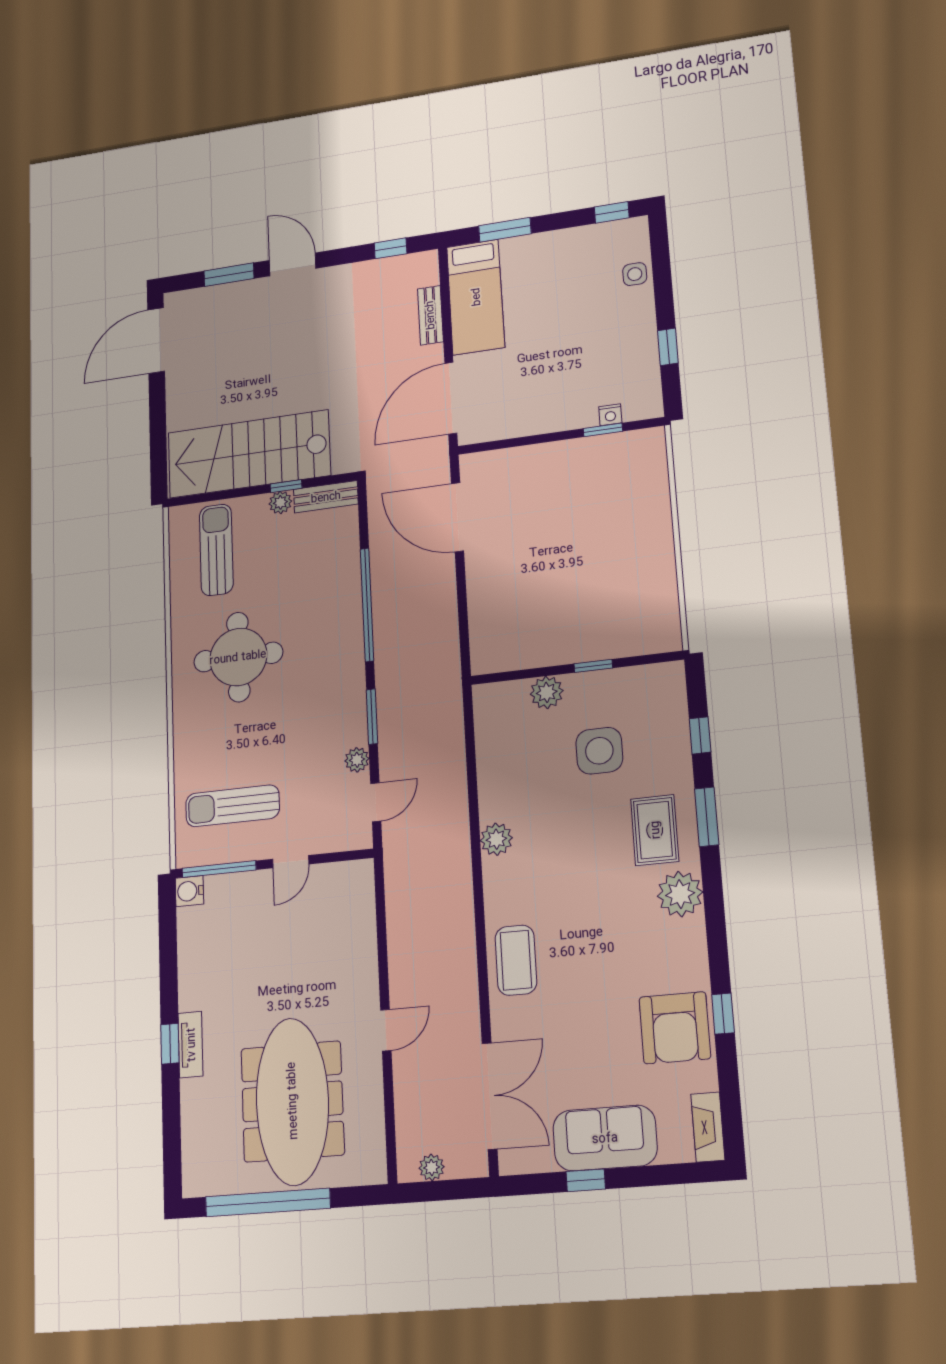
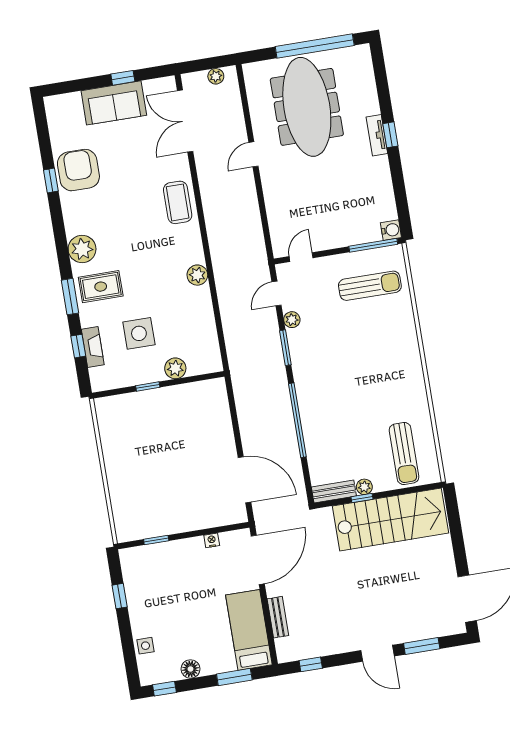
floor lamp: (569, 241) -> (190, 669), added
nightstand: (610, 415) -> (212, 540), moved
round table: (238, 657) -> (379, 382), removed
rug: (655, 830) -> (101, 287), turned 90
door: (291, 862) -> (301, 257), moved
fireplace: (708, 1127) -> (93, 347), moved

